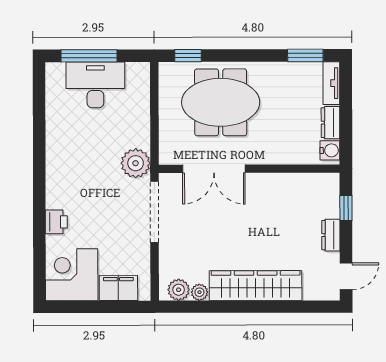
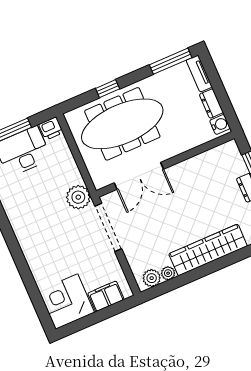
window: (305, 55) -> (171, 61), width x1.44
window: (188, 56) -> (108, 89), moved
meeting table: (221, 102) -> (122, 124), width x1.36
printer: (56, 222) -> (51, 128), moved, turned 90

